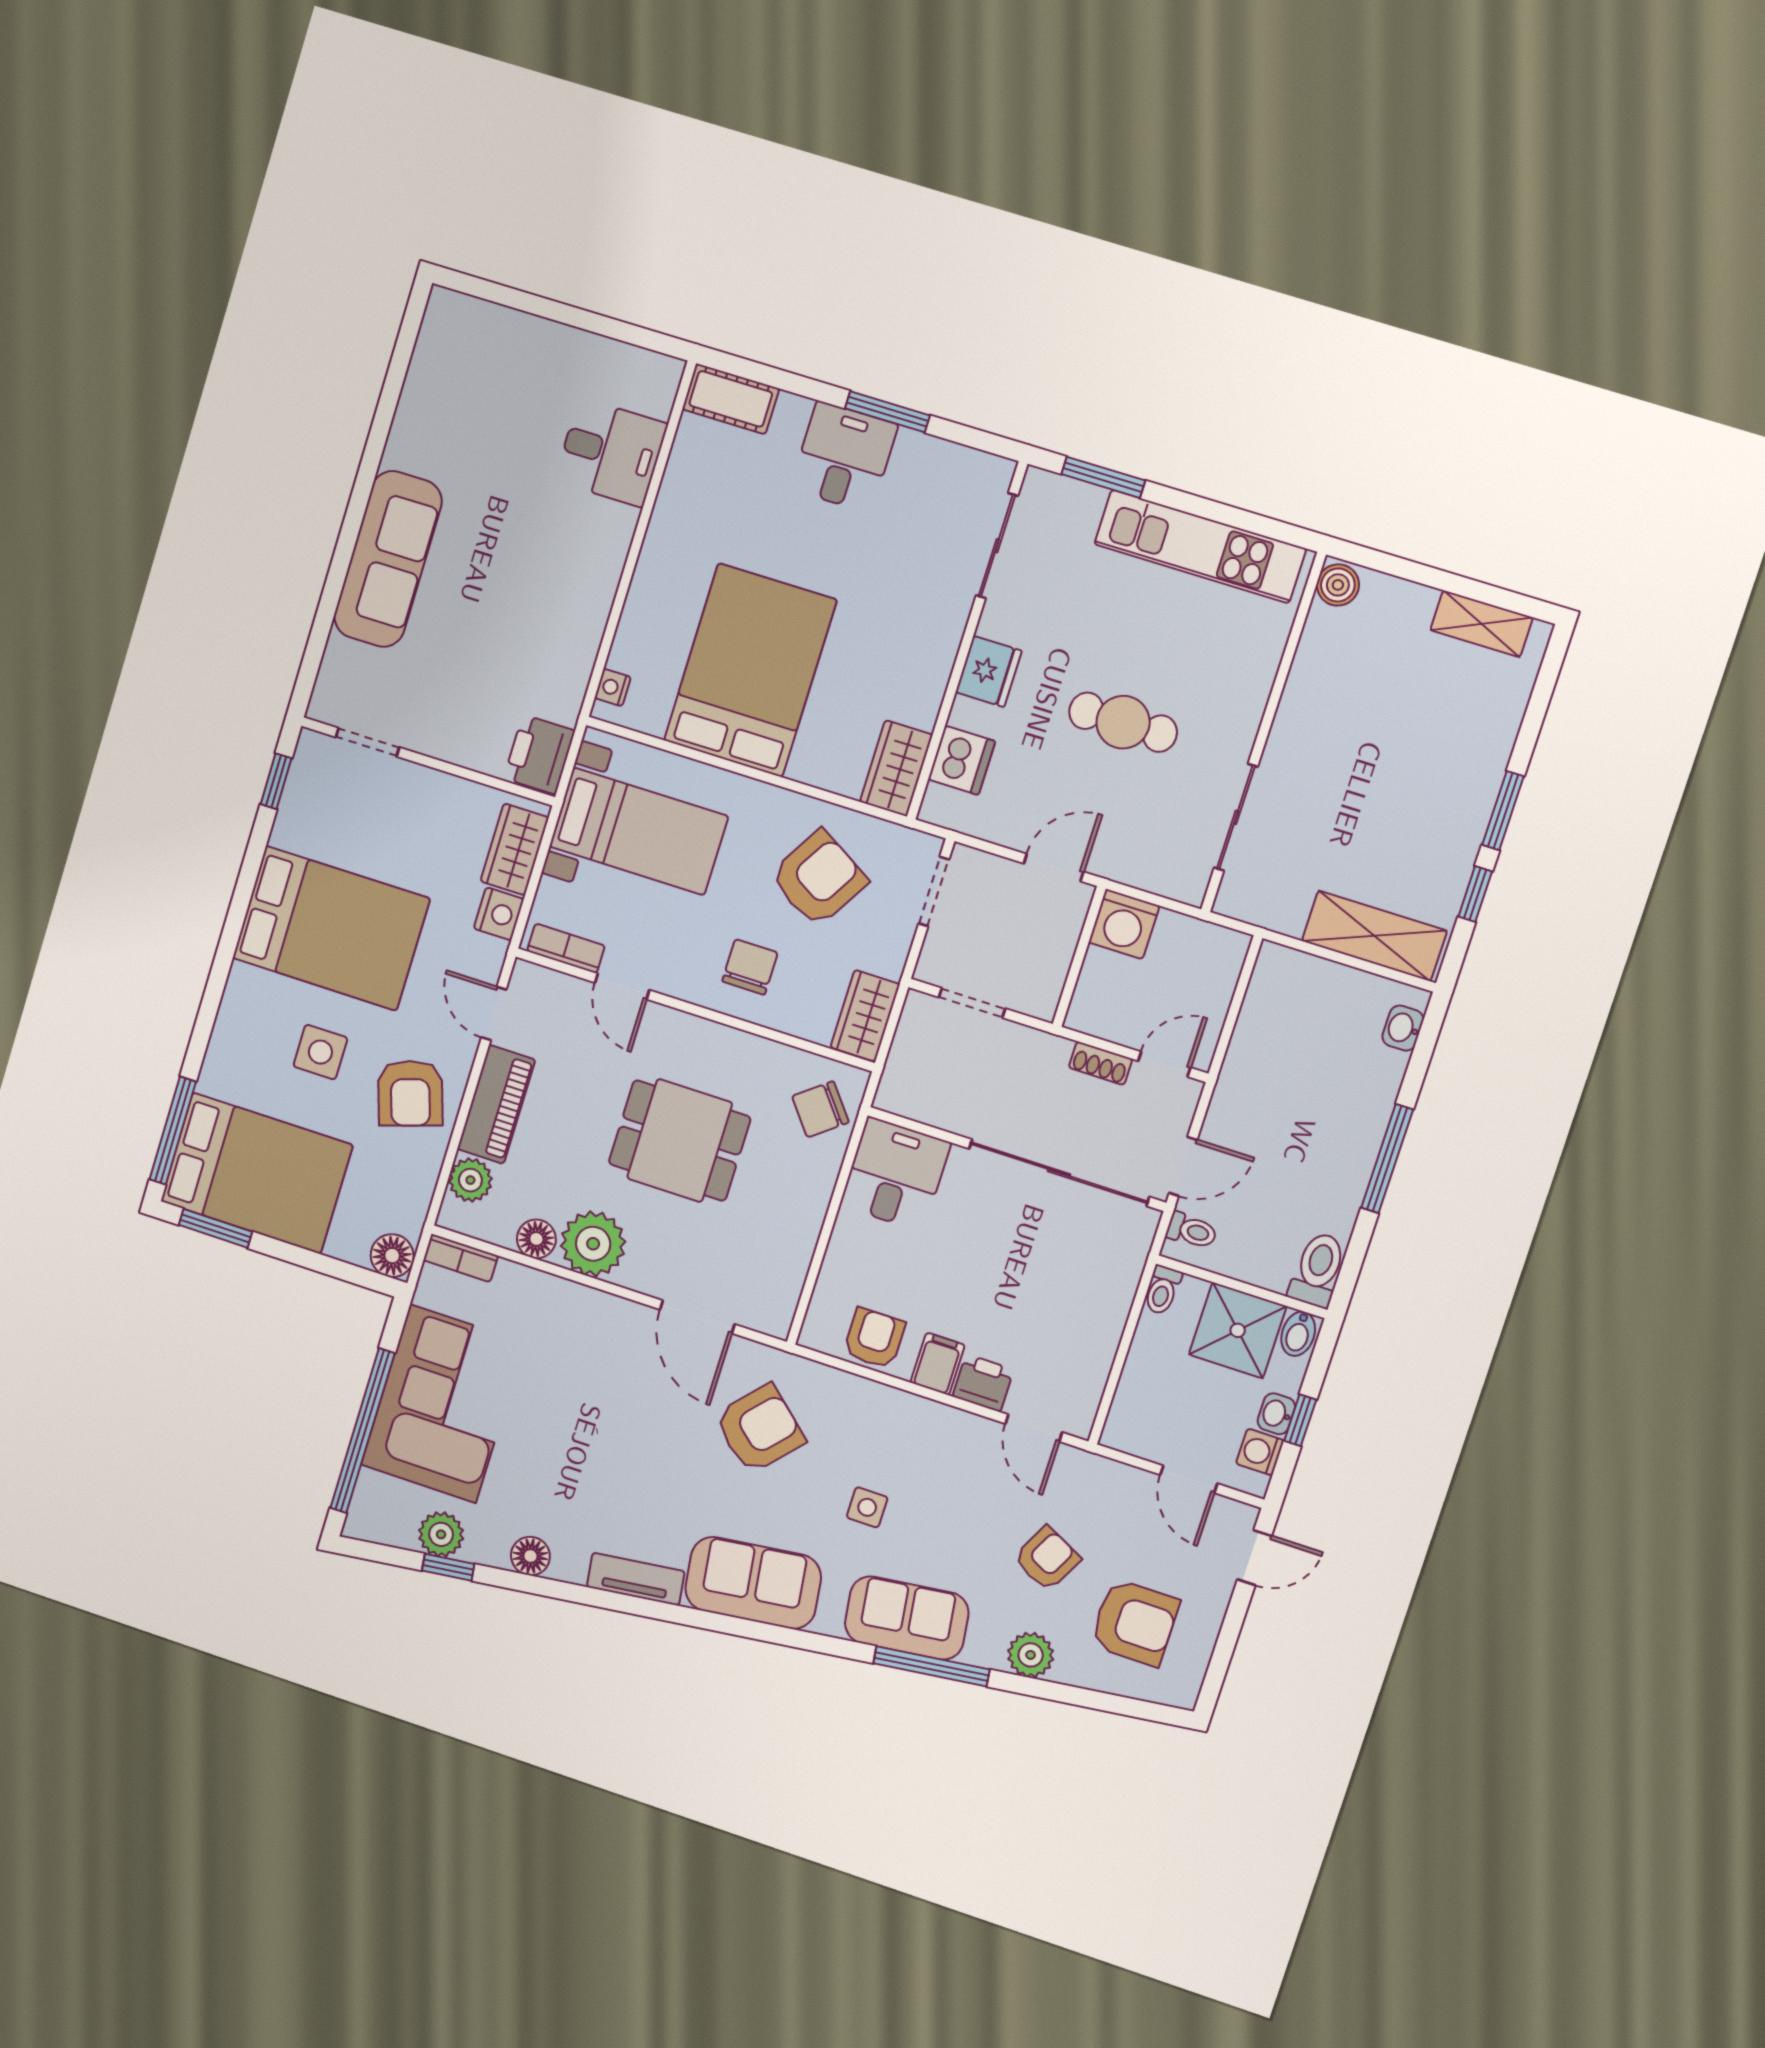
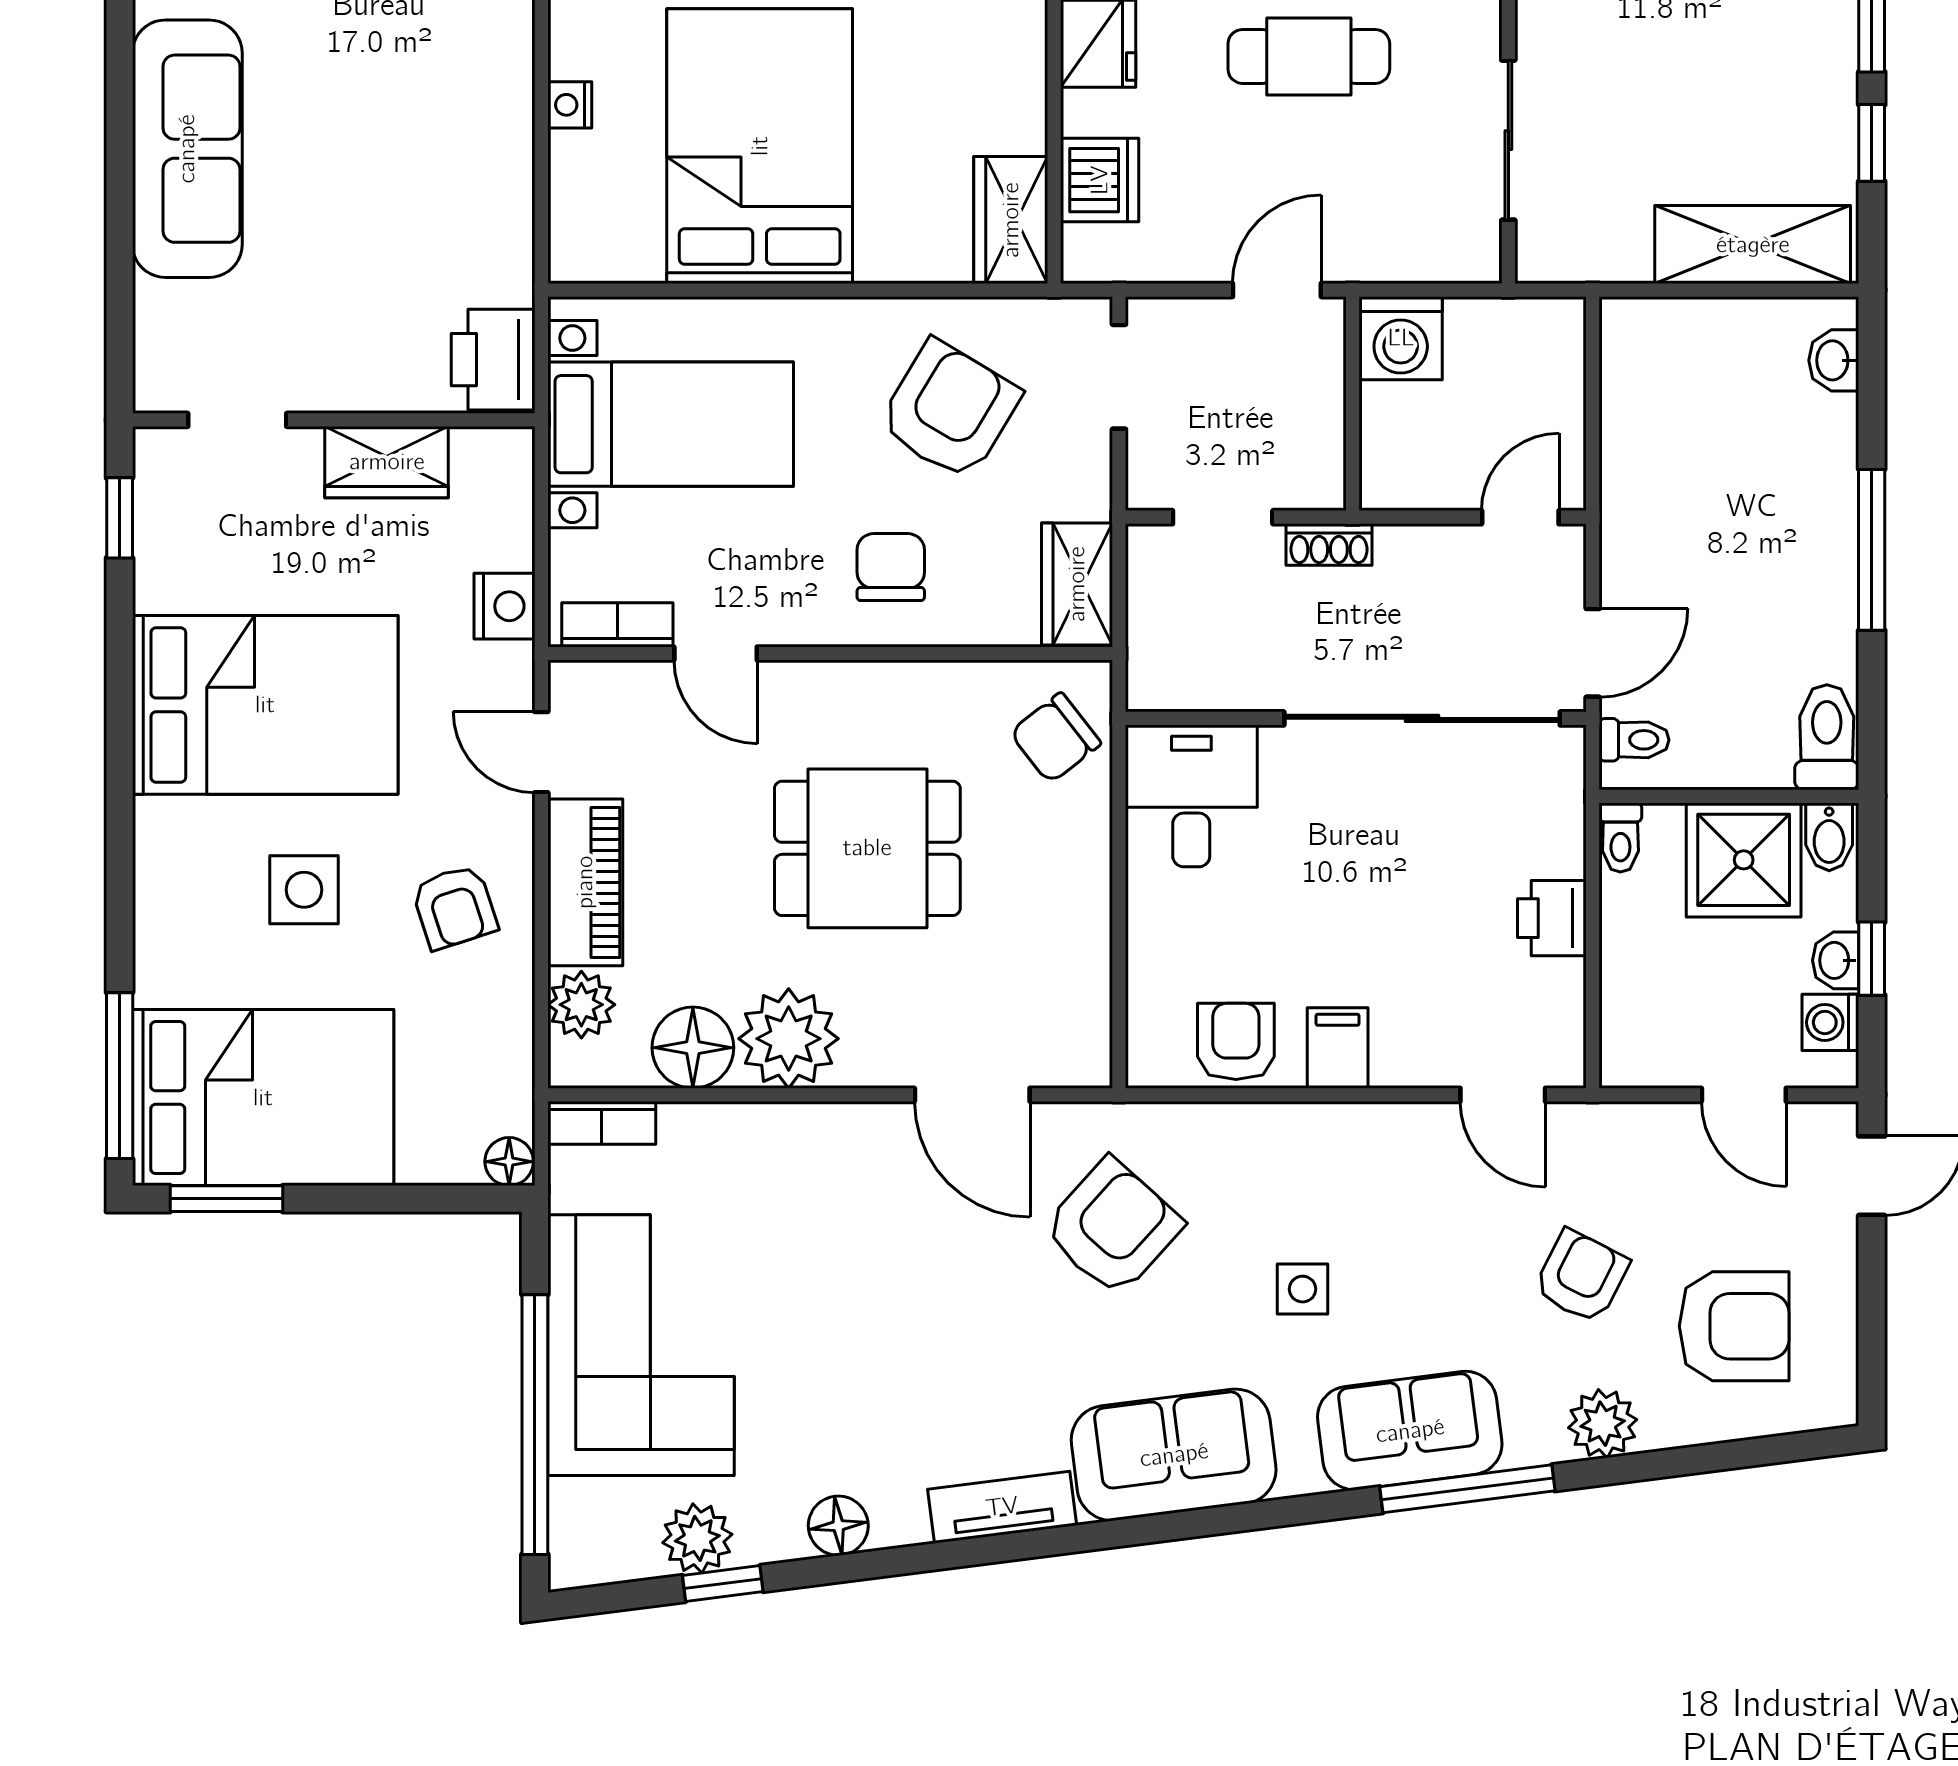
nightstand: (613, 687) -> (570, 105), moved
wardrobe: (515, 849) -> (387, 462), moved, turned -90
shoe rack: (1100, 1063) -> (1329, 545), moved
armchair: (410, 1093) -> (455, 907), width x0.72, depth x0.72
floor lamp: (536, 1239) -> (693, 1048), width x1.38, depth x1.38
floor lamp: (392, 1256) -> (509, 1162), width x0.73, depth x0.73
printer: (983, 1383) -> (1552, 918), moved, turned -90

